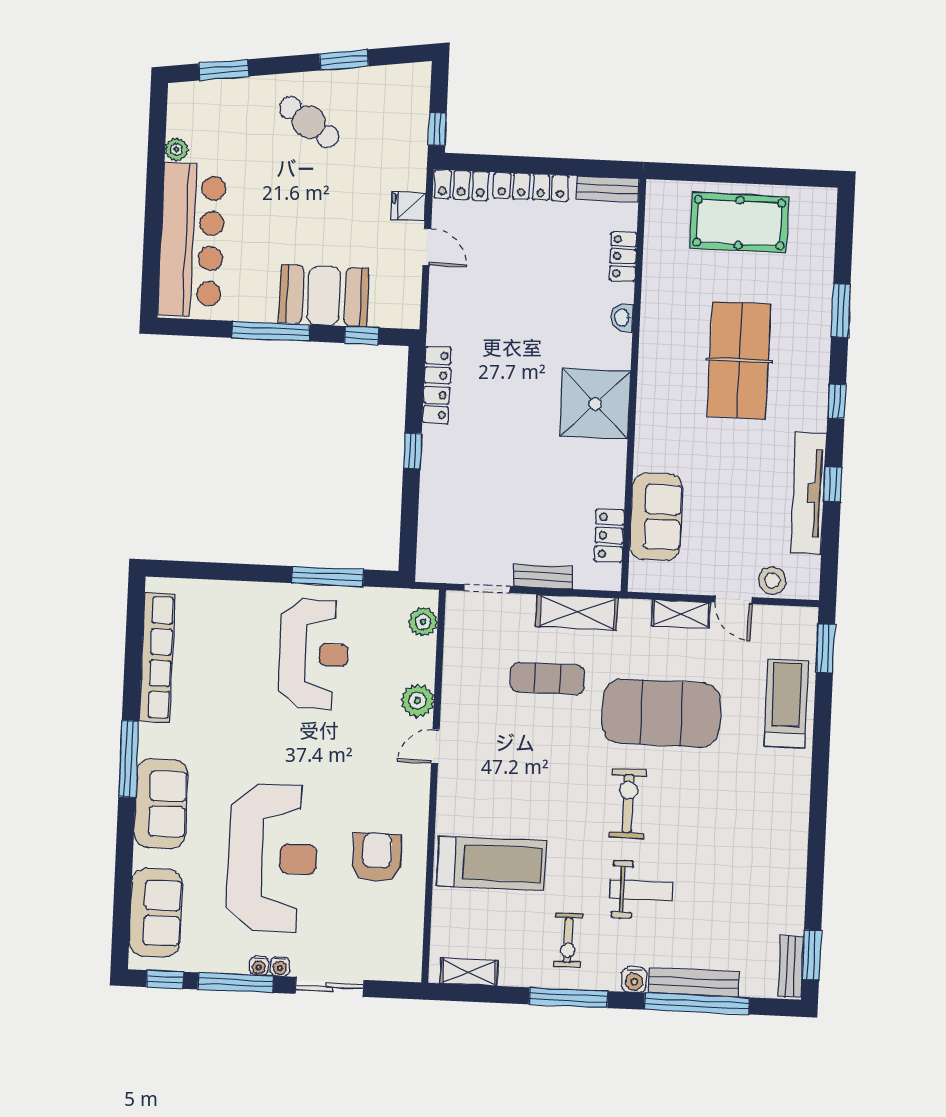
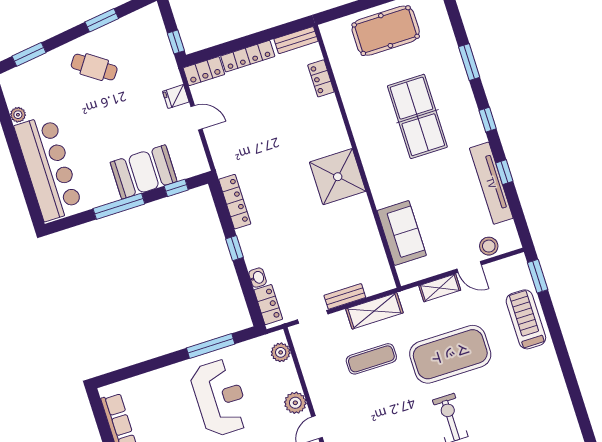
washbasin: (622, 318) -> (258, 278), moved, turned 180
locker: (609, 536) -> (268, 305), moved, turned 180

